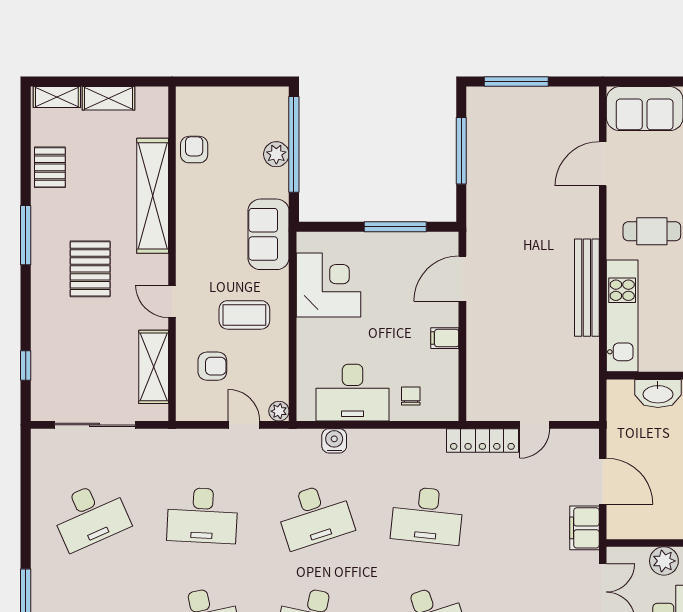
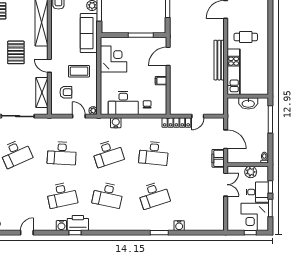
sofa: (268, 234) -> (89, 33), width x1.36

